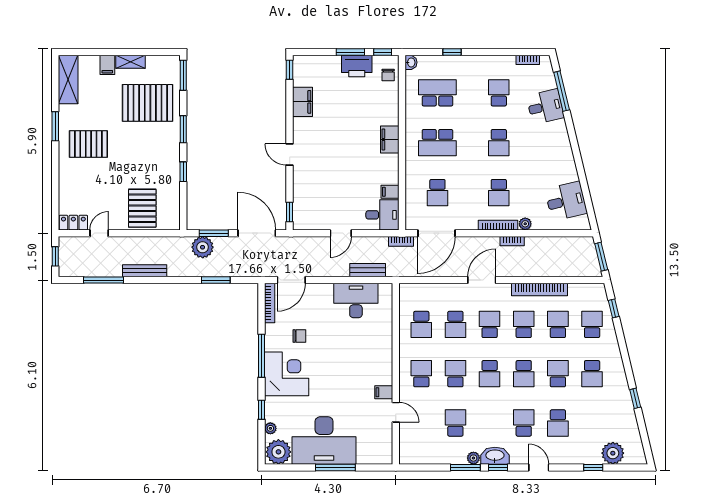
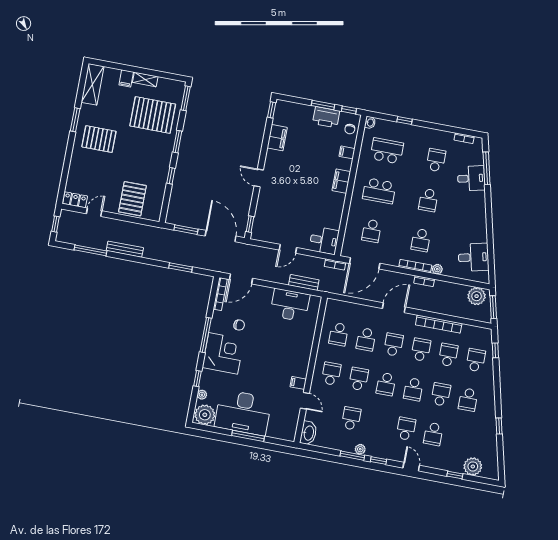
filing cabinet: (390, 192) -> (347, 152), moved
plant: (203, 247) -> (477, 296), moved
washbasin: (495, 456) -> (308, 433), moved, turned 90

